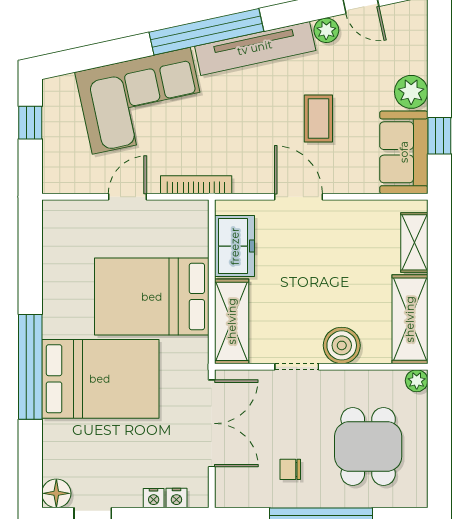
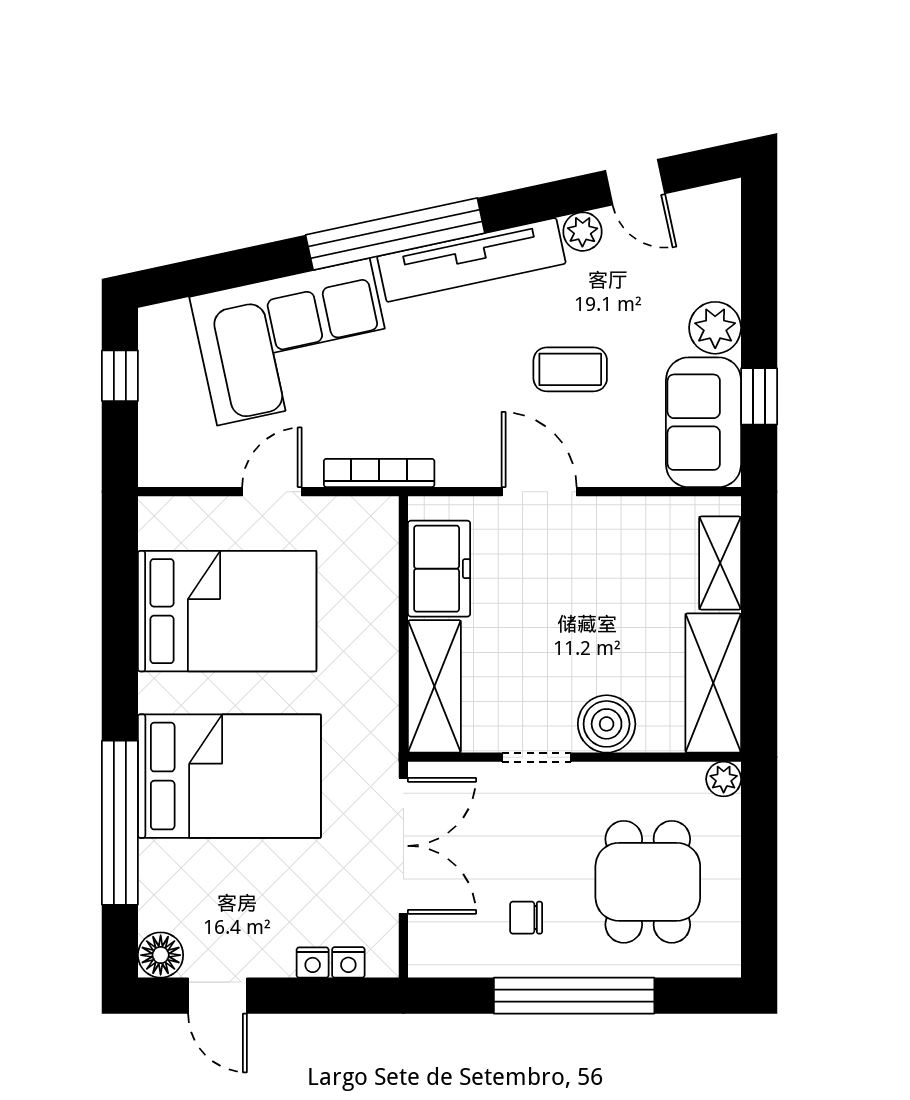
coffee table: (318, 118) -> (570, 369), turned 90
bed: (152, 297) -> (227, 611), moved, turned 180
window: (30, 367) -> (120, 823), moved

